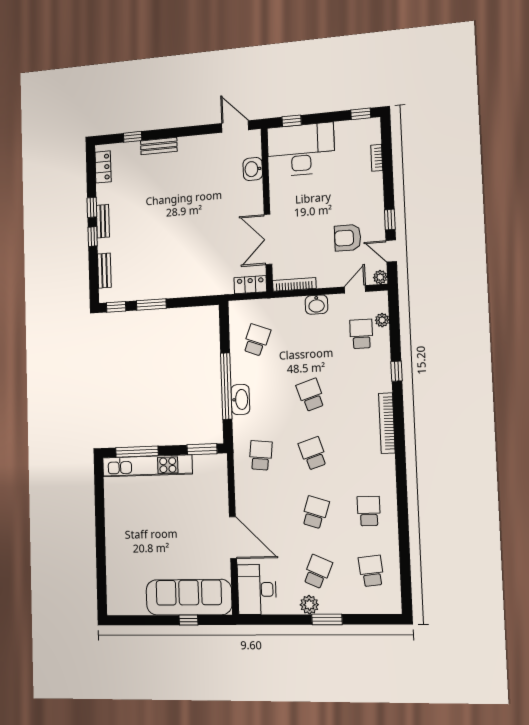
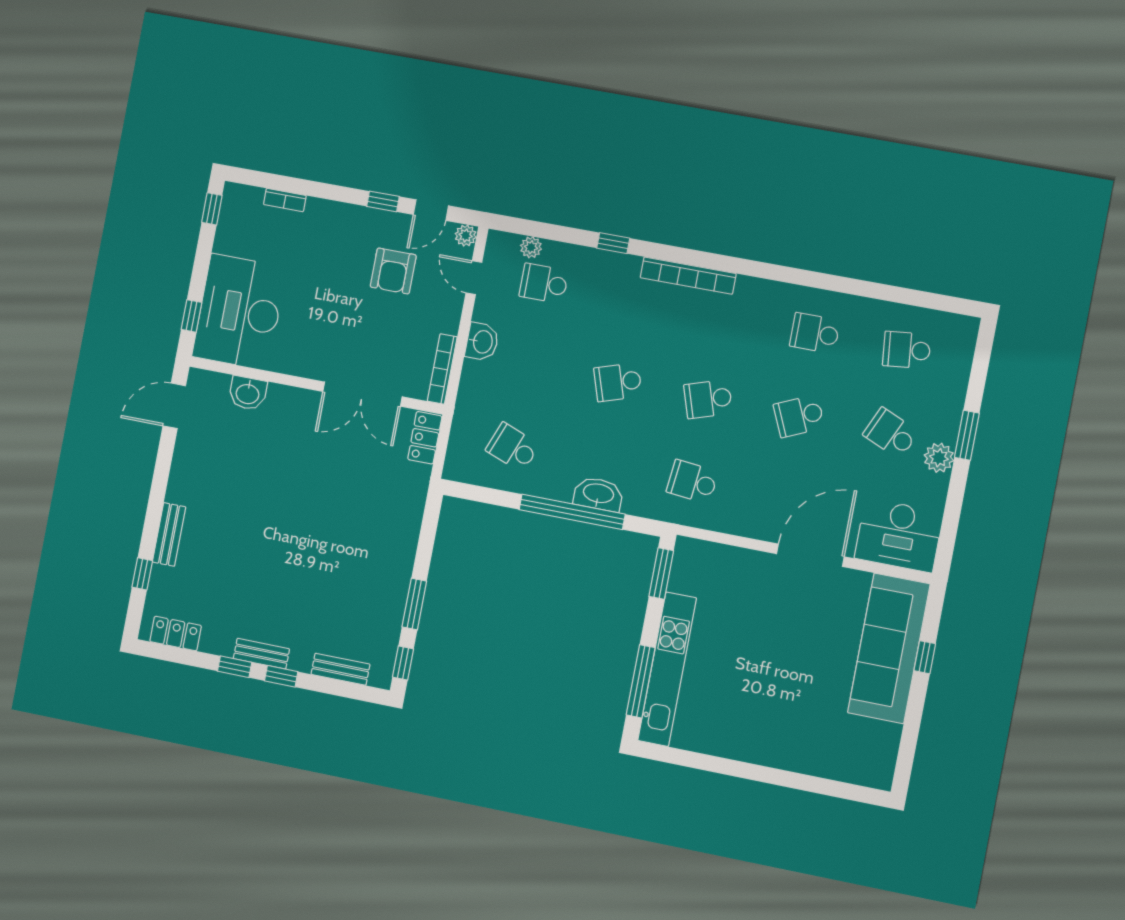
school desk: (315, 512) -> (799, 416), turned -42

